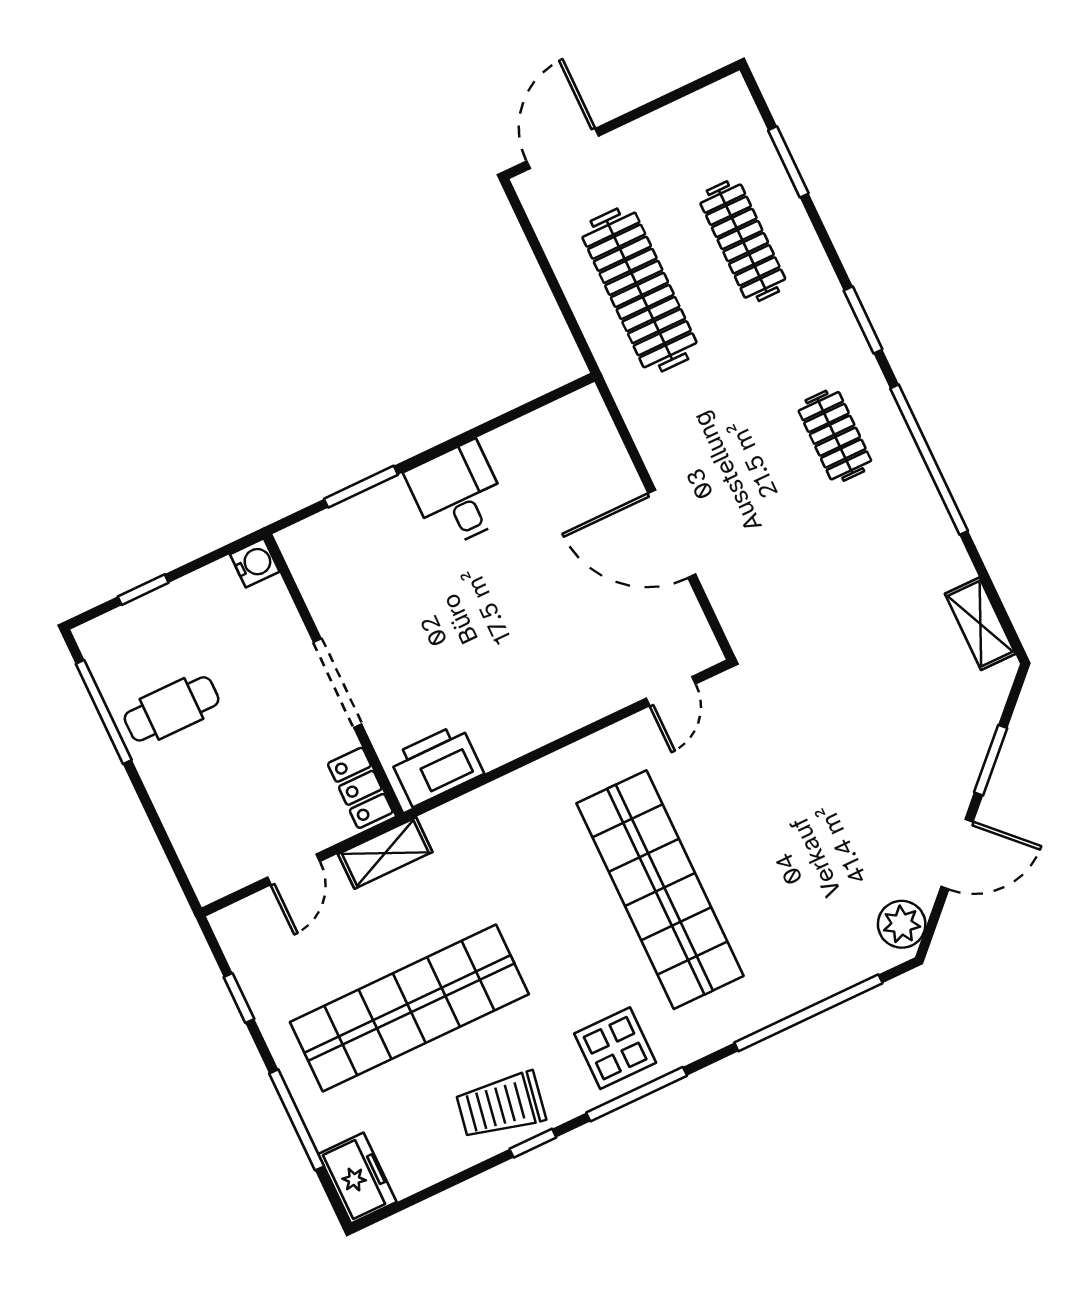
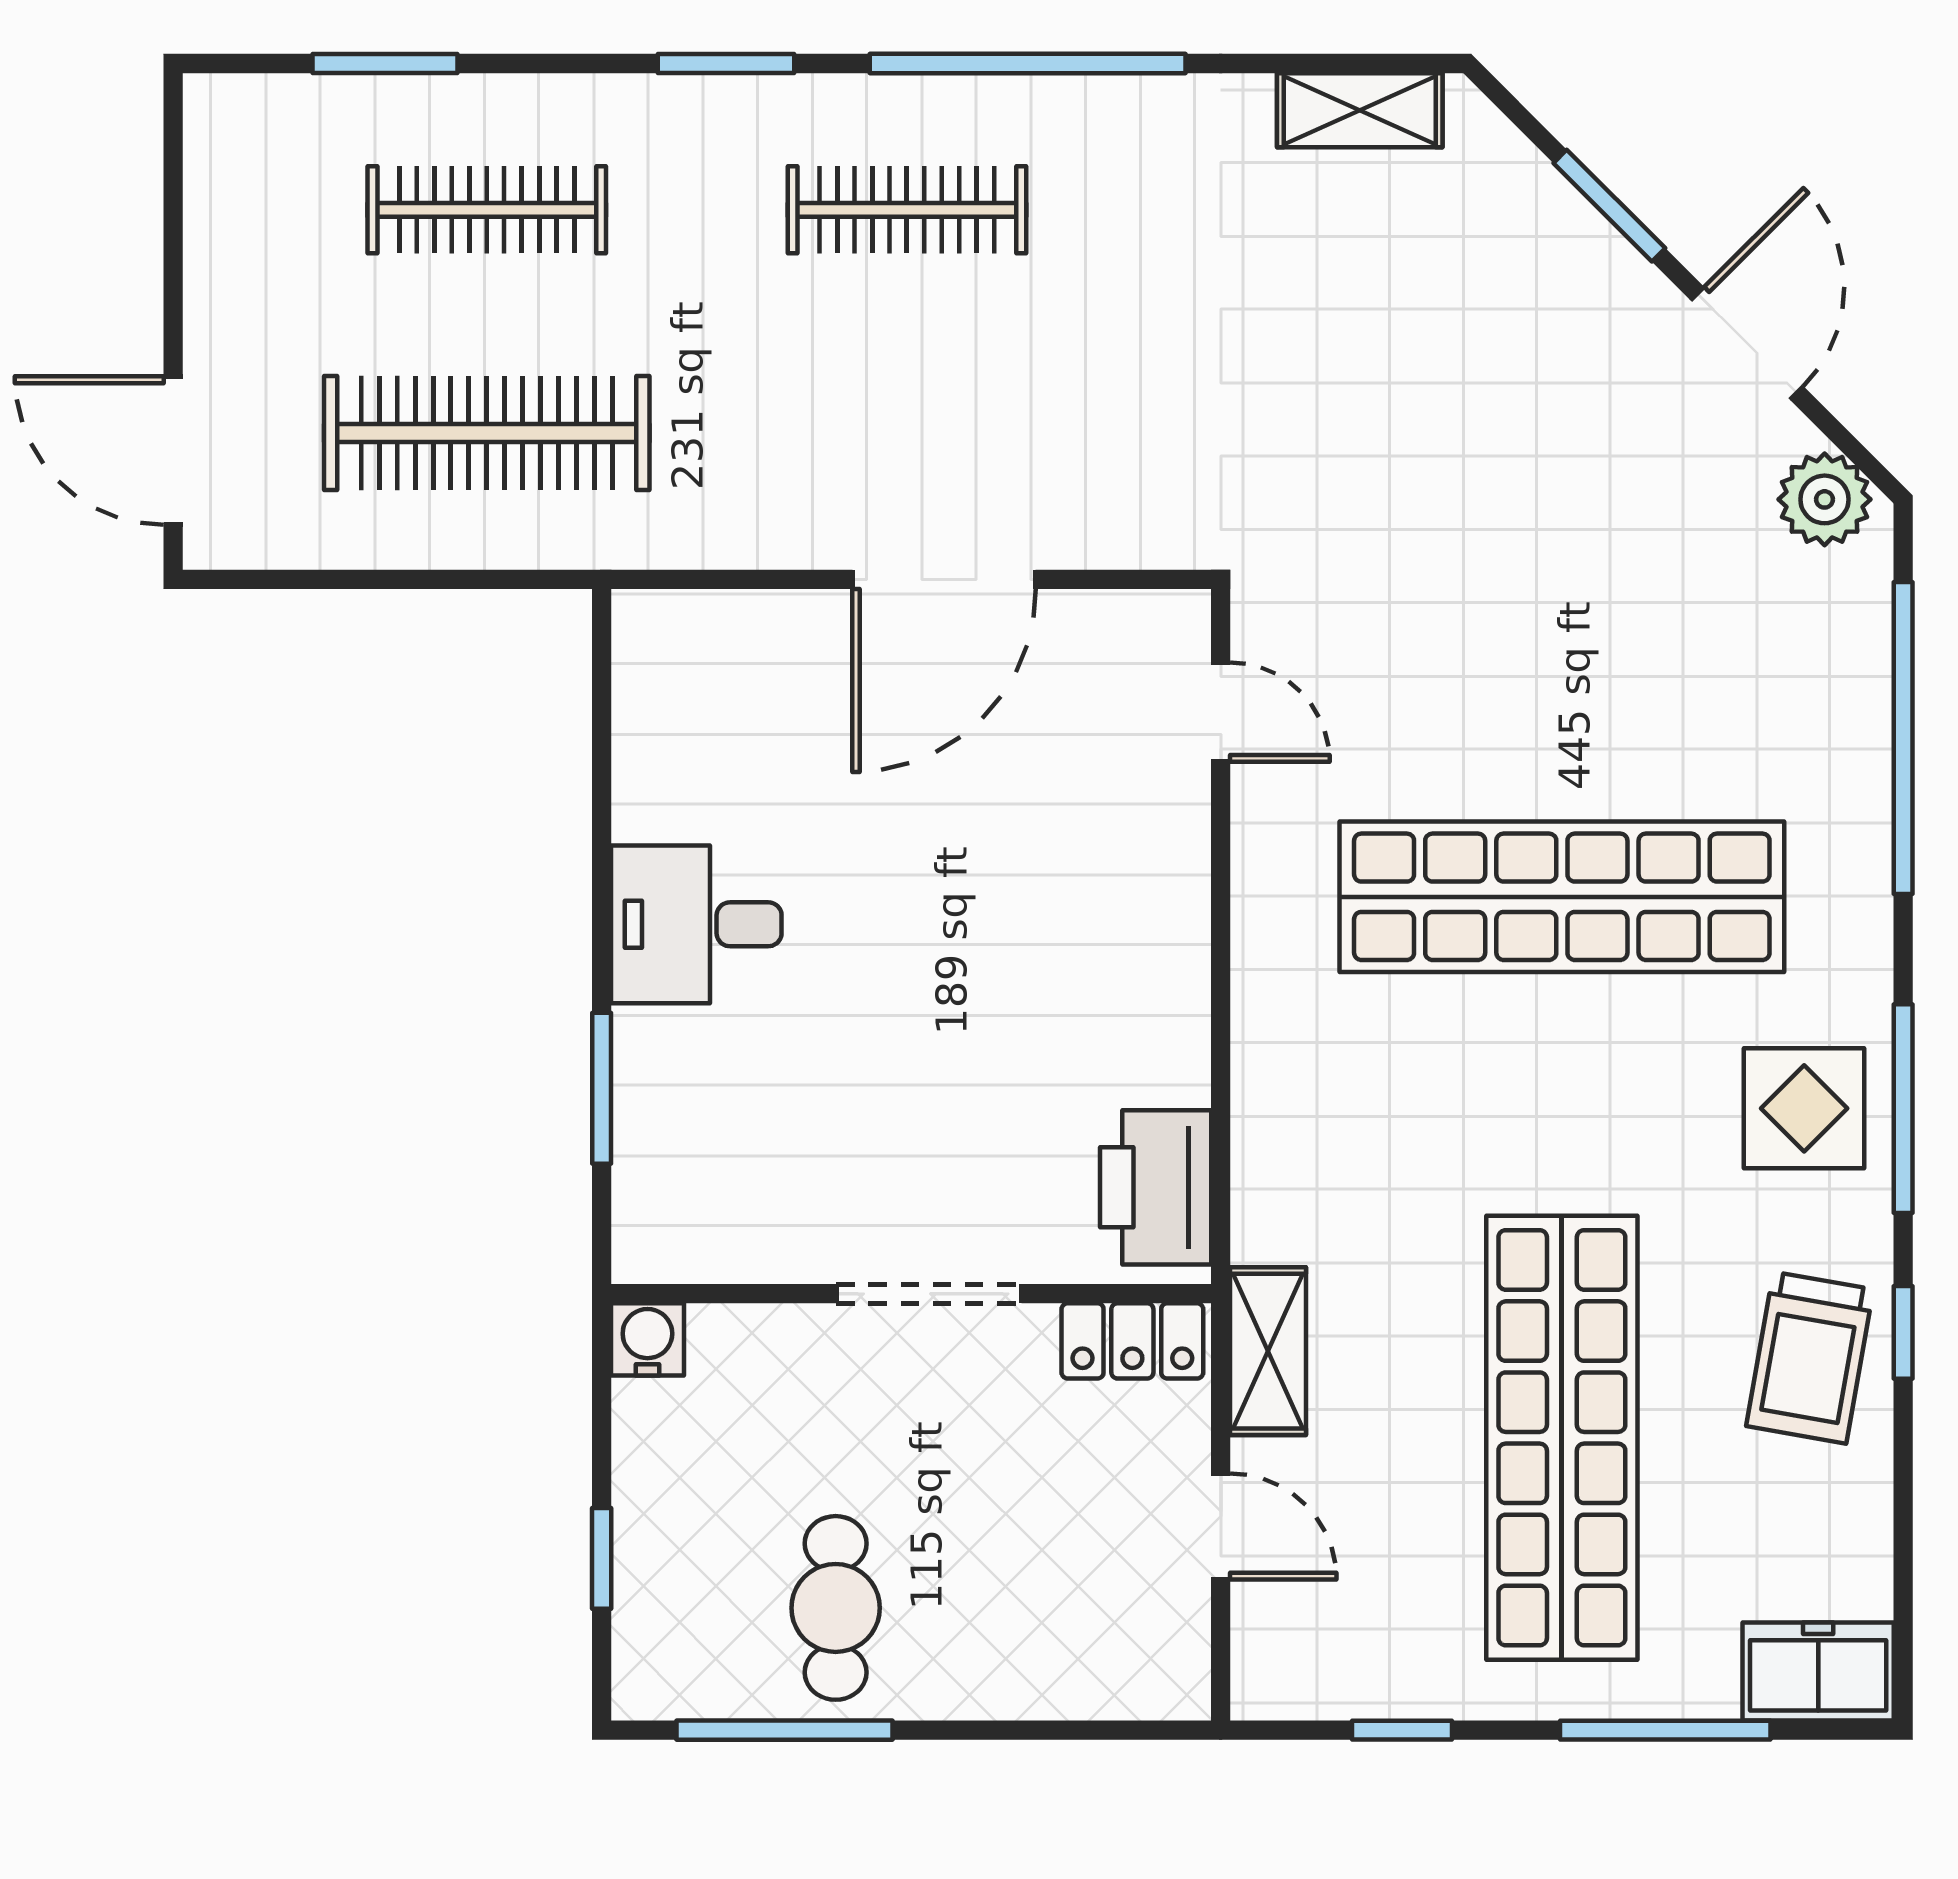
clothes rail: (835, 436) -> (907, 210), width x1.36

